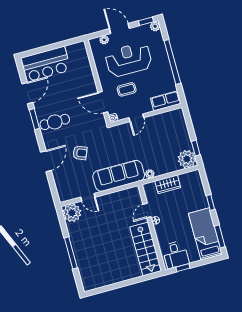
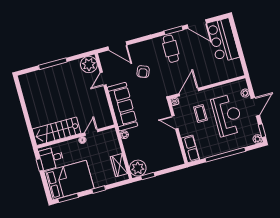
door: (46, 161) -> (117, 46), moved
wardrobe: (168, 184) -> (119, 165), moved
door: (147, 210) -> (91, 132), hinge flipped
bed: (205, 234) -> (69, 180), width x1.50

